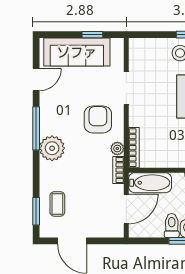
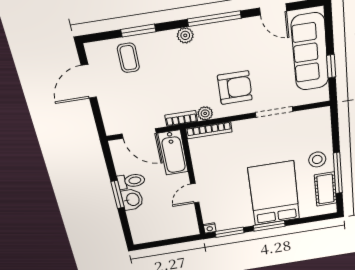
plant: (52, 148) -> (185, 35), width x0.53, depth x0.53
coffee table: (57, 204) -> (128, 58), turned 90
window: (36, 211) -> (138, 31), moved

